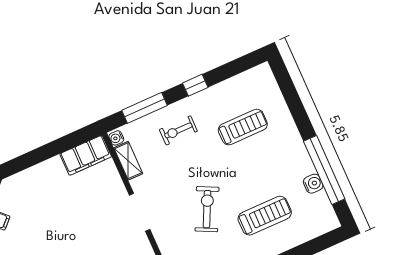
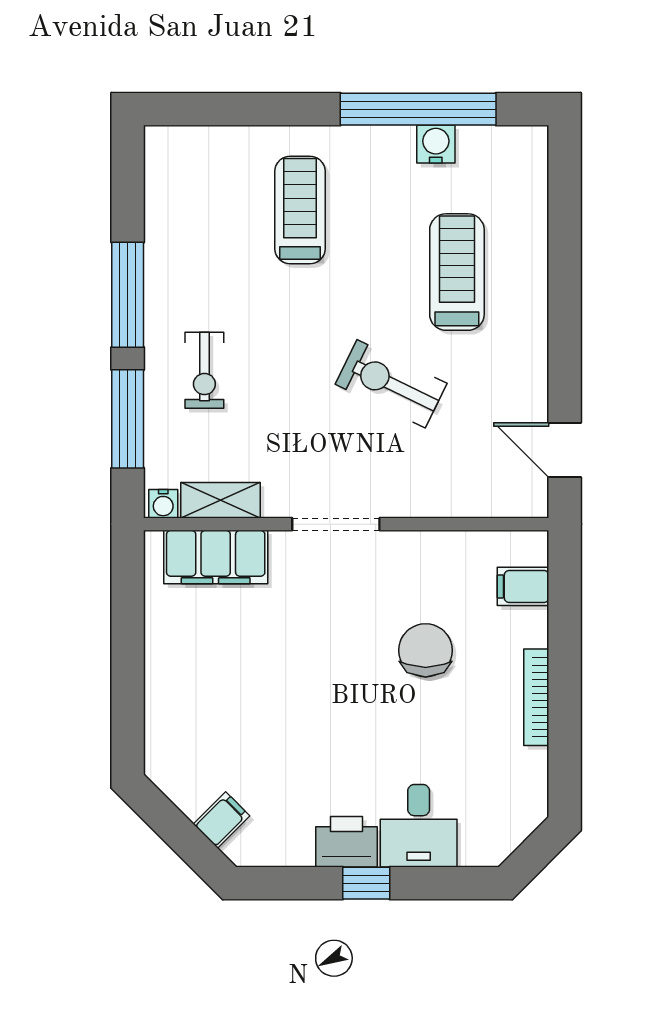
window: (195, 85) -> (128, 295), width x2.17
treadmill: (243, 127) -> (300, 210), moved
filing cabinet: (86, 155) -> (216, 557), moved, turned 90

